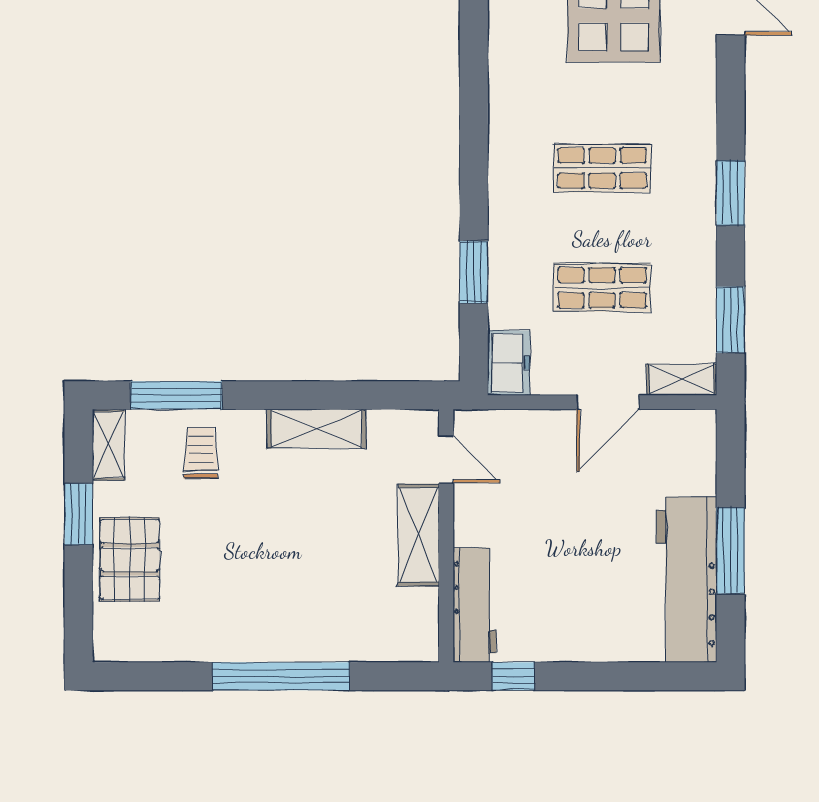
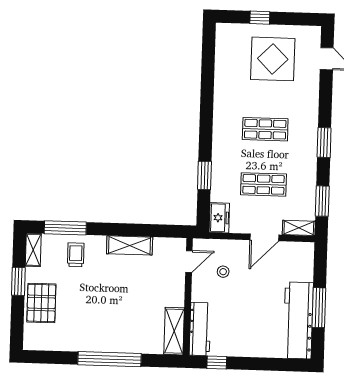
door: (446, 459) -> (189, 261), hinge flipped
stool: (521, 479) -> (223, 272), added
shelving: (419, 535) -> (174, 331), moved

